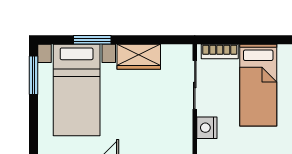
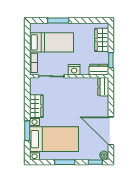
window: (33, 75) -> (65, 162), moved

